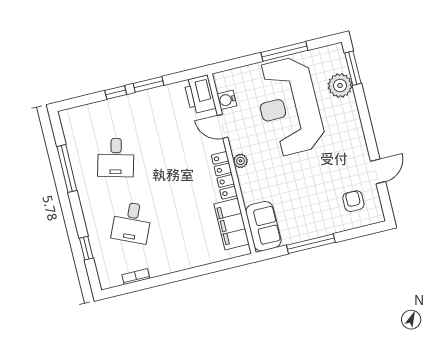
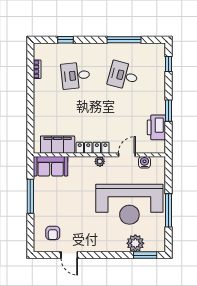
window: (116, 92) -> (168, 64), moved
printer: (200, 94) -> (156, 127), moved, turned -90
reception desk: (289, 106) -> (129, 204), turned 180
armchair: (353, 201) -> (53, 233), turned 90
desk: (132, 222) -> (76, 76), turned -30

